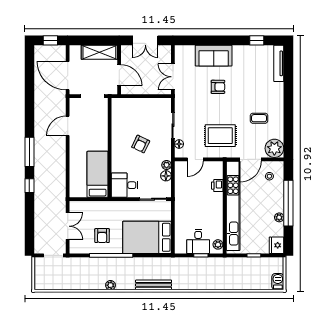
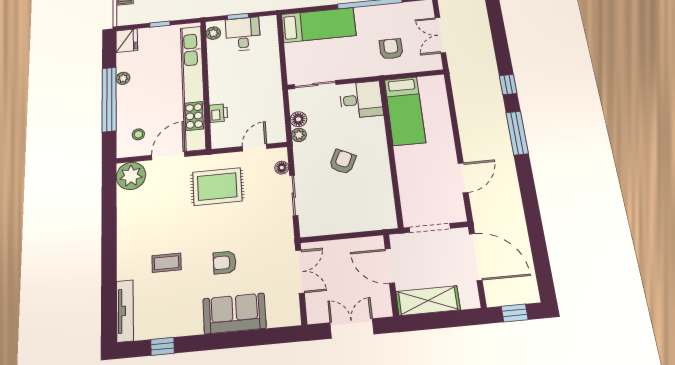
coffee table: (259, 118) -> (167, 263), moved
armchair: (102, 236) -> (391, 49), moved
bed: (147, 237) -> (319, 25), width x0.67

